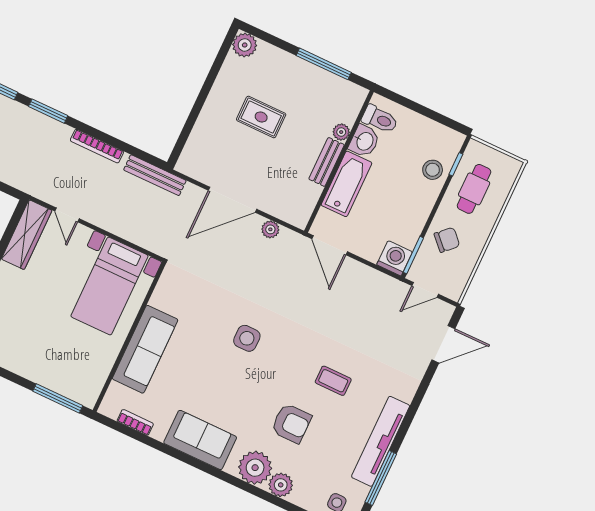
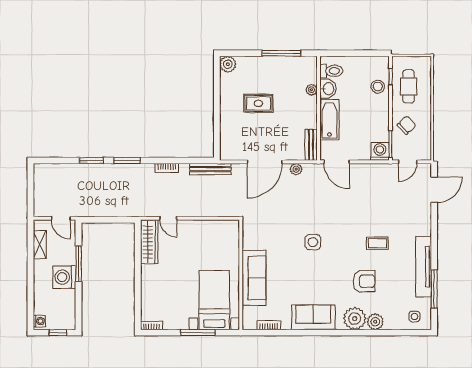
bookcase: (97, 146) -> (167, 168), width x0.64
bench: (327, 162) -> (311, 145), moved
bed with nightstands: (109, 286) -> (214, 300), moved, turned 180
window: (58, 398) -> (198, 333), moved

